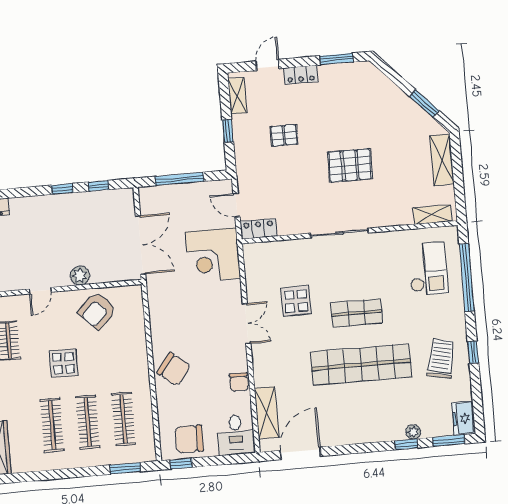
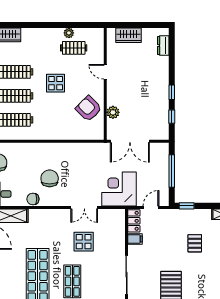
window: (228, 131) -> (187, 206), moved
filing cabinet: (285, 225) -> (135, 239), added
plant: (80, 276) -> (113, 112), moved
double door: (247, 324) -> (84, 207), moved
chair: (174, 369) -> (50, 178), moved, turned 142

